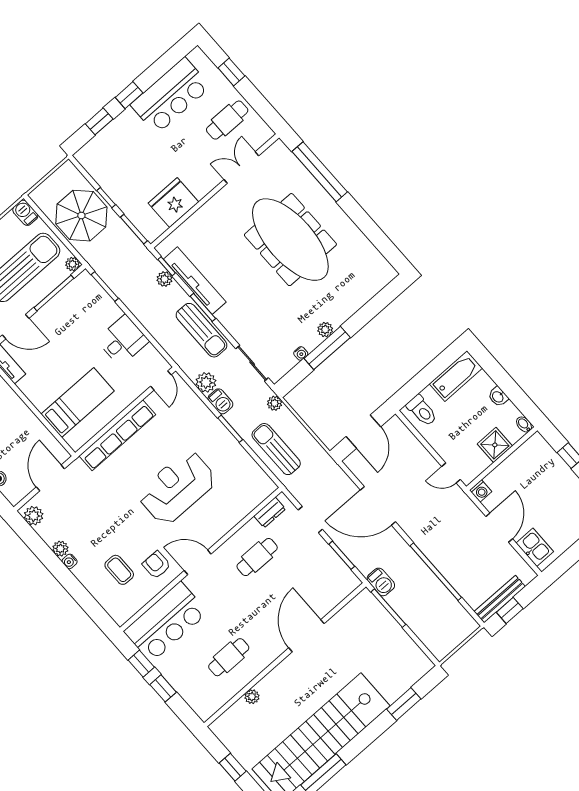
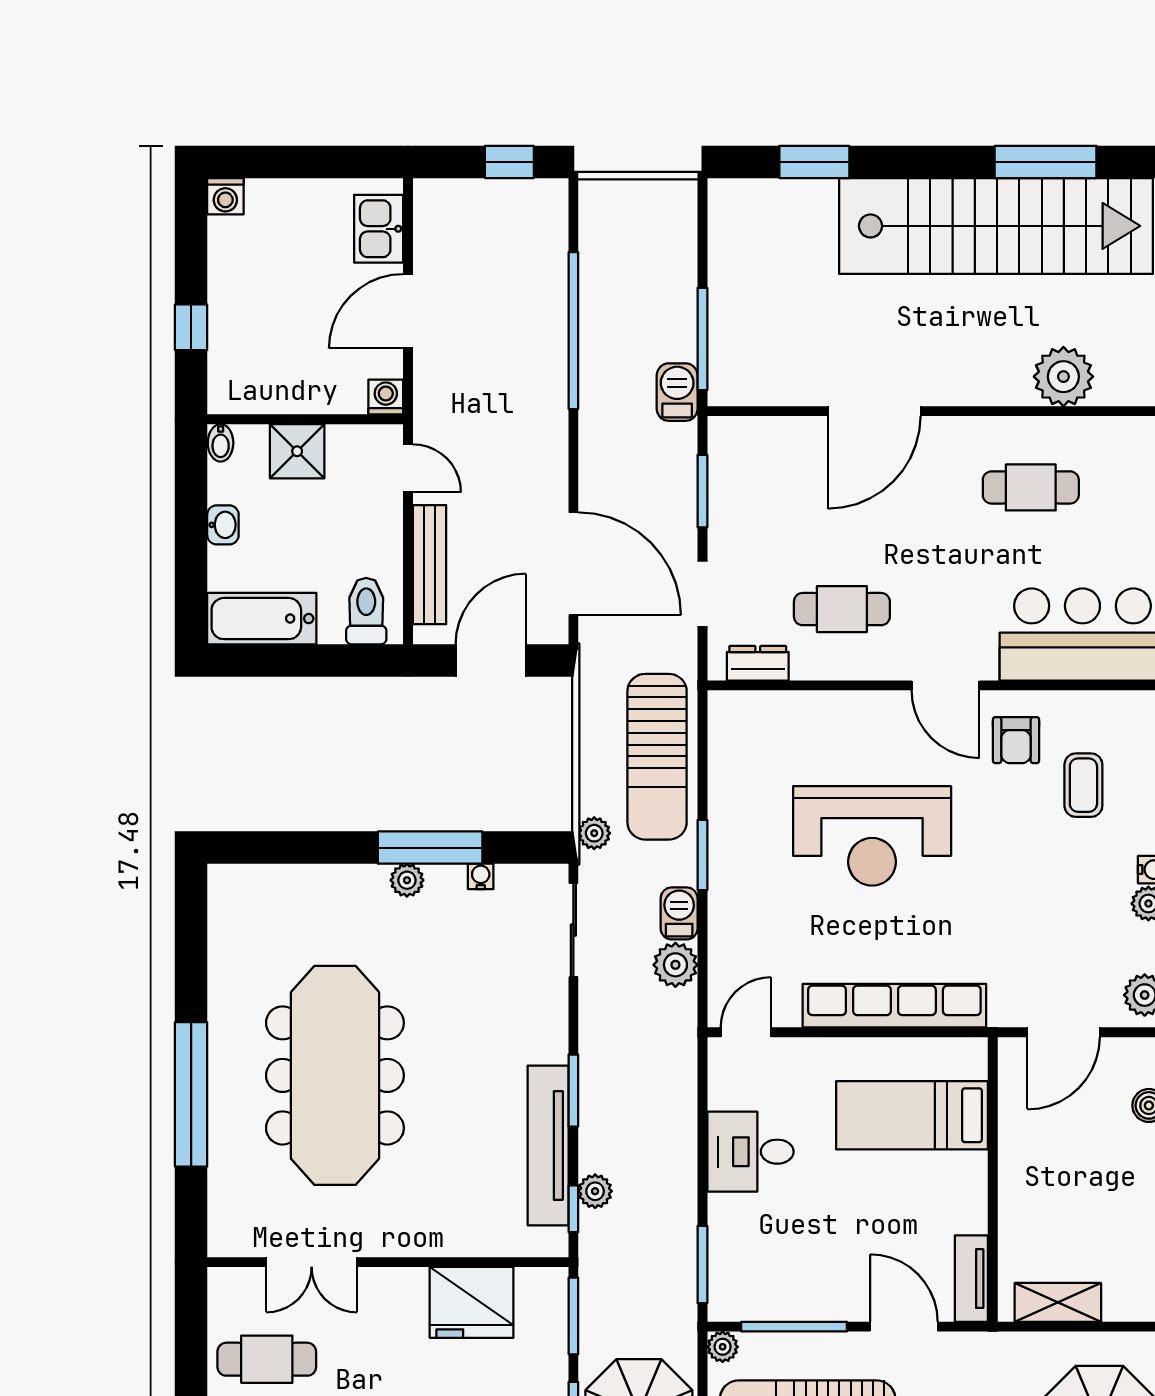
window: (320, 172) -> (191, 1094), moved
sun lounger: (201, 330) -> (608, 1056), removed
sun lounger: (276, 449) -> (657, 757), width x1.36, depth x1.34
door: (378, 506) -> (573, 564), moved
bench: (500, 599) -> (430, 565), moved, turned 90
plant: (252, 697) -> (1063, 377), width x1.87, depth x1.87

